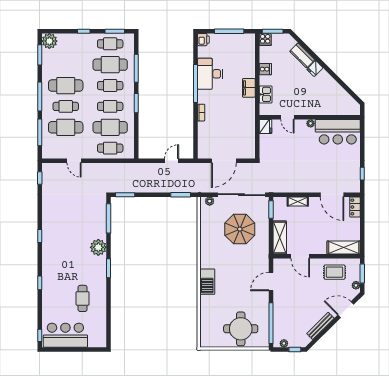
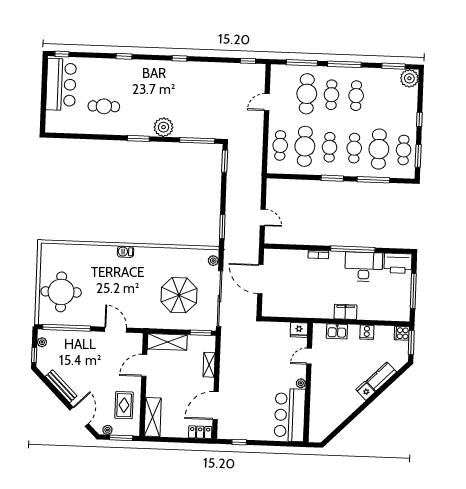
printer: (203, 40) -> (398, 263), width x1.87, depth x1.48
cafe table: (66, 86) -> (356, 96), width x0.73, depth x0.74
barbecue: (207, 282) -> (126, 252), width x0.53, depth x0.65

